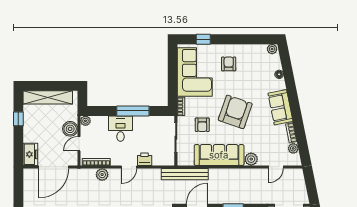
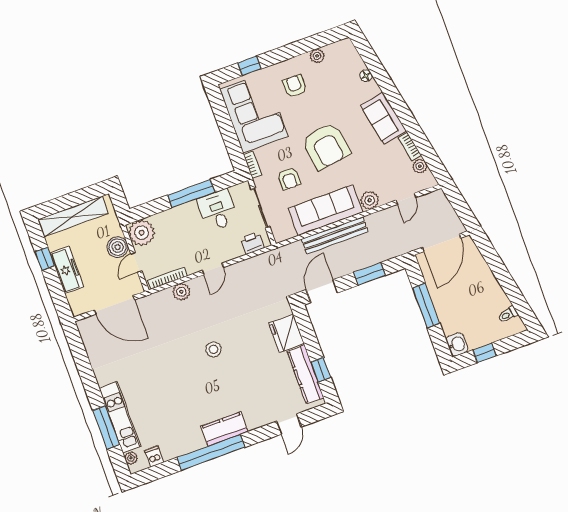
plant: (272, 49) -> (317, 56), moved
armchair: (235, 112) -> (326, 146), turned 153
plant: (85, 121) -> (142, 233), width x1.88, depth x1.88
desk: (120, 129) -> (218, 210), moved
freezer: (30, 154) -> (67, 270), moved, width x1.40
printer: (145, 159) -> (252, 243), moved
door: (54, 167) -> (114, 305), hinge flipped
bench: (185, 174) -> (335, 235), moved

